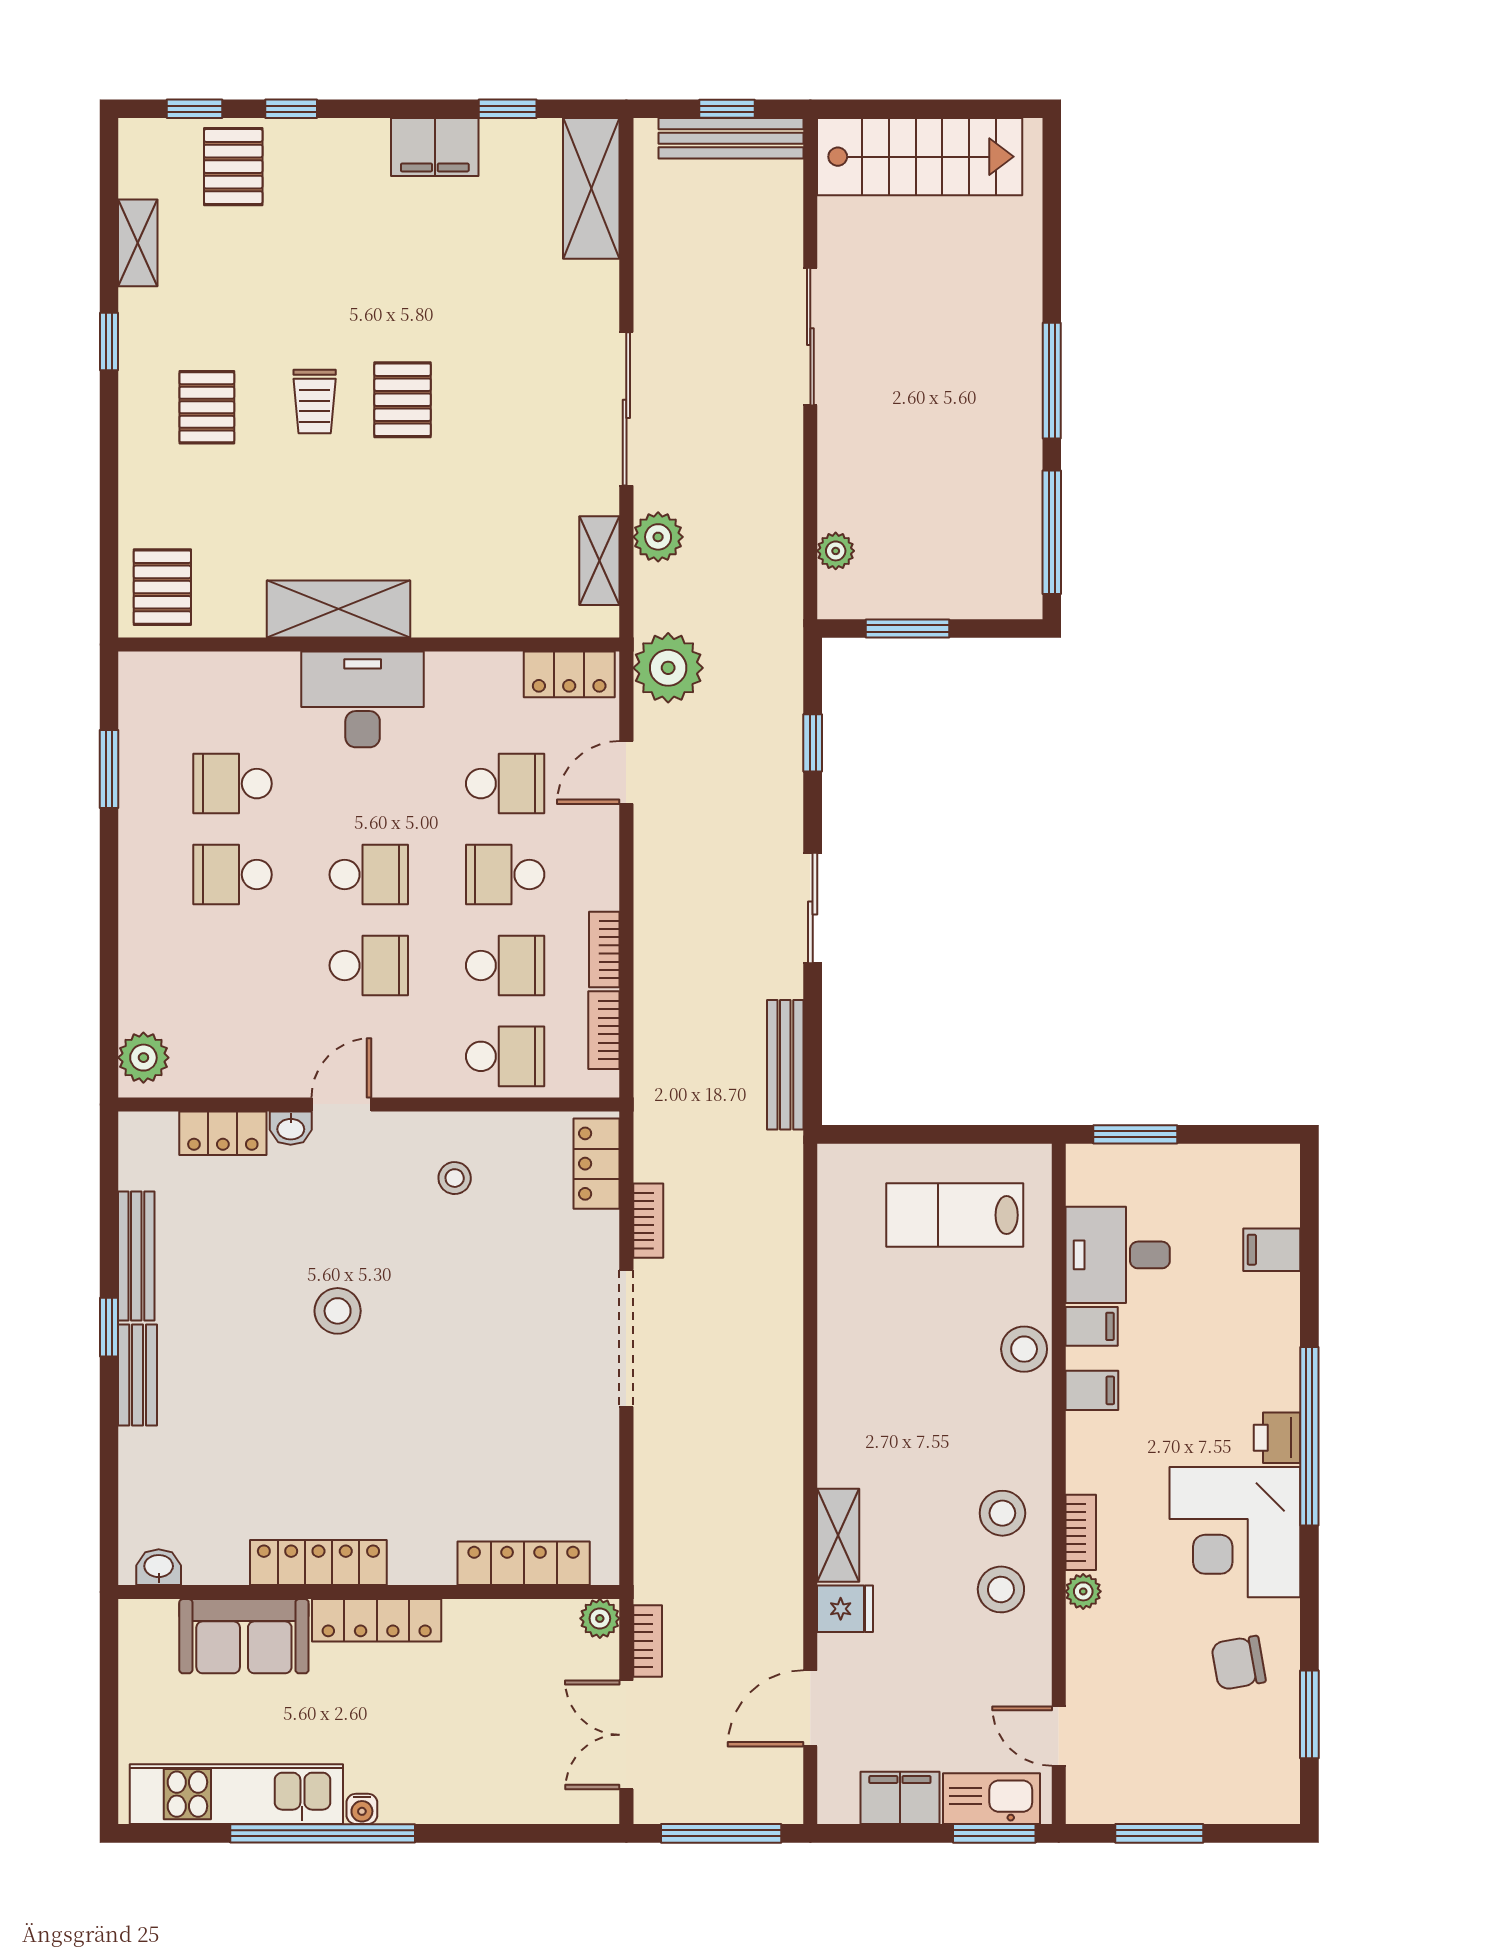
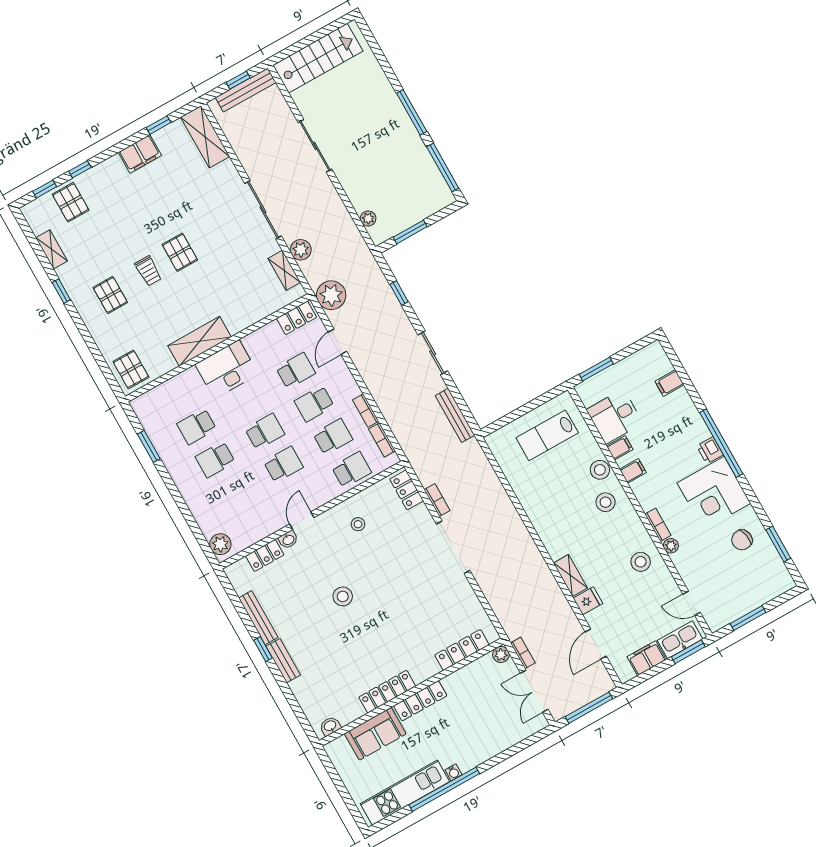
stool: (1002, 1513) -> (606, 502), moved

